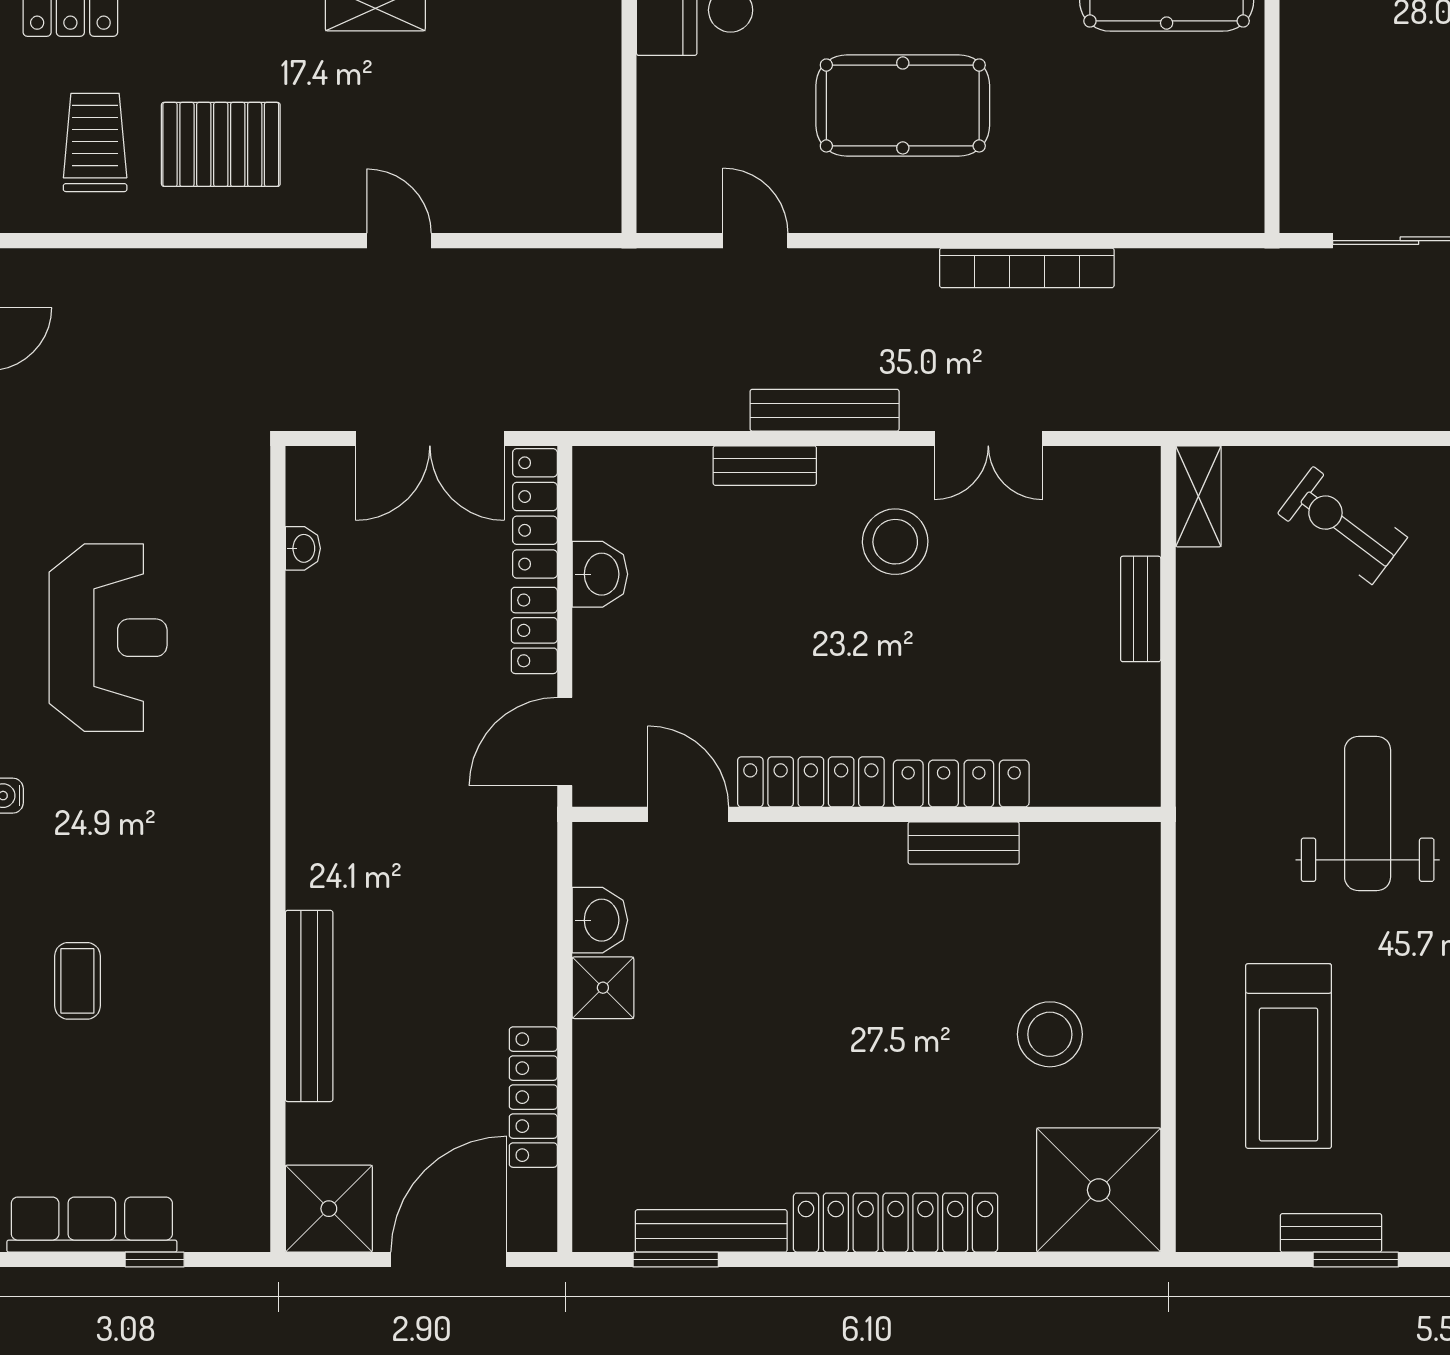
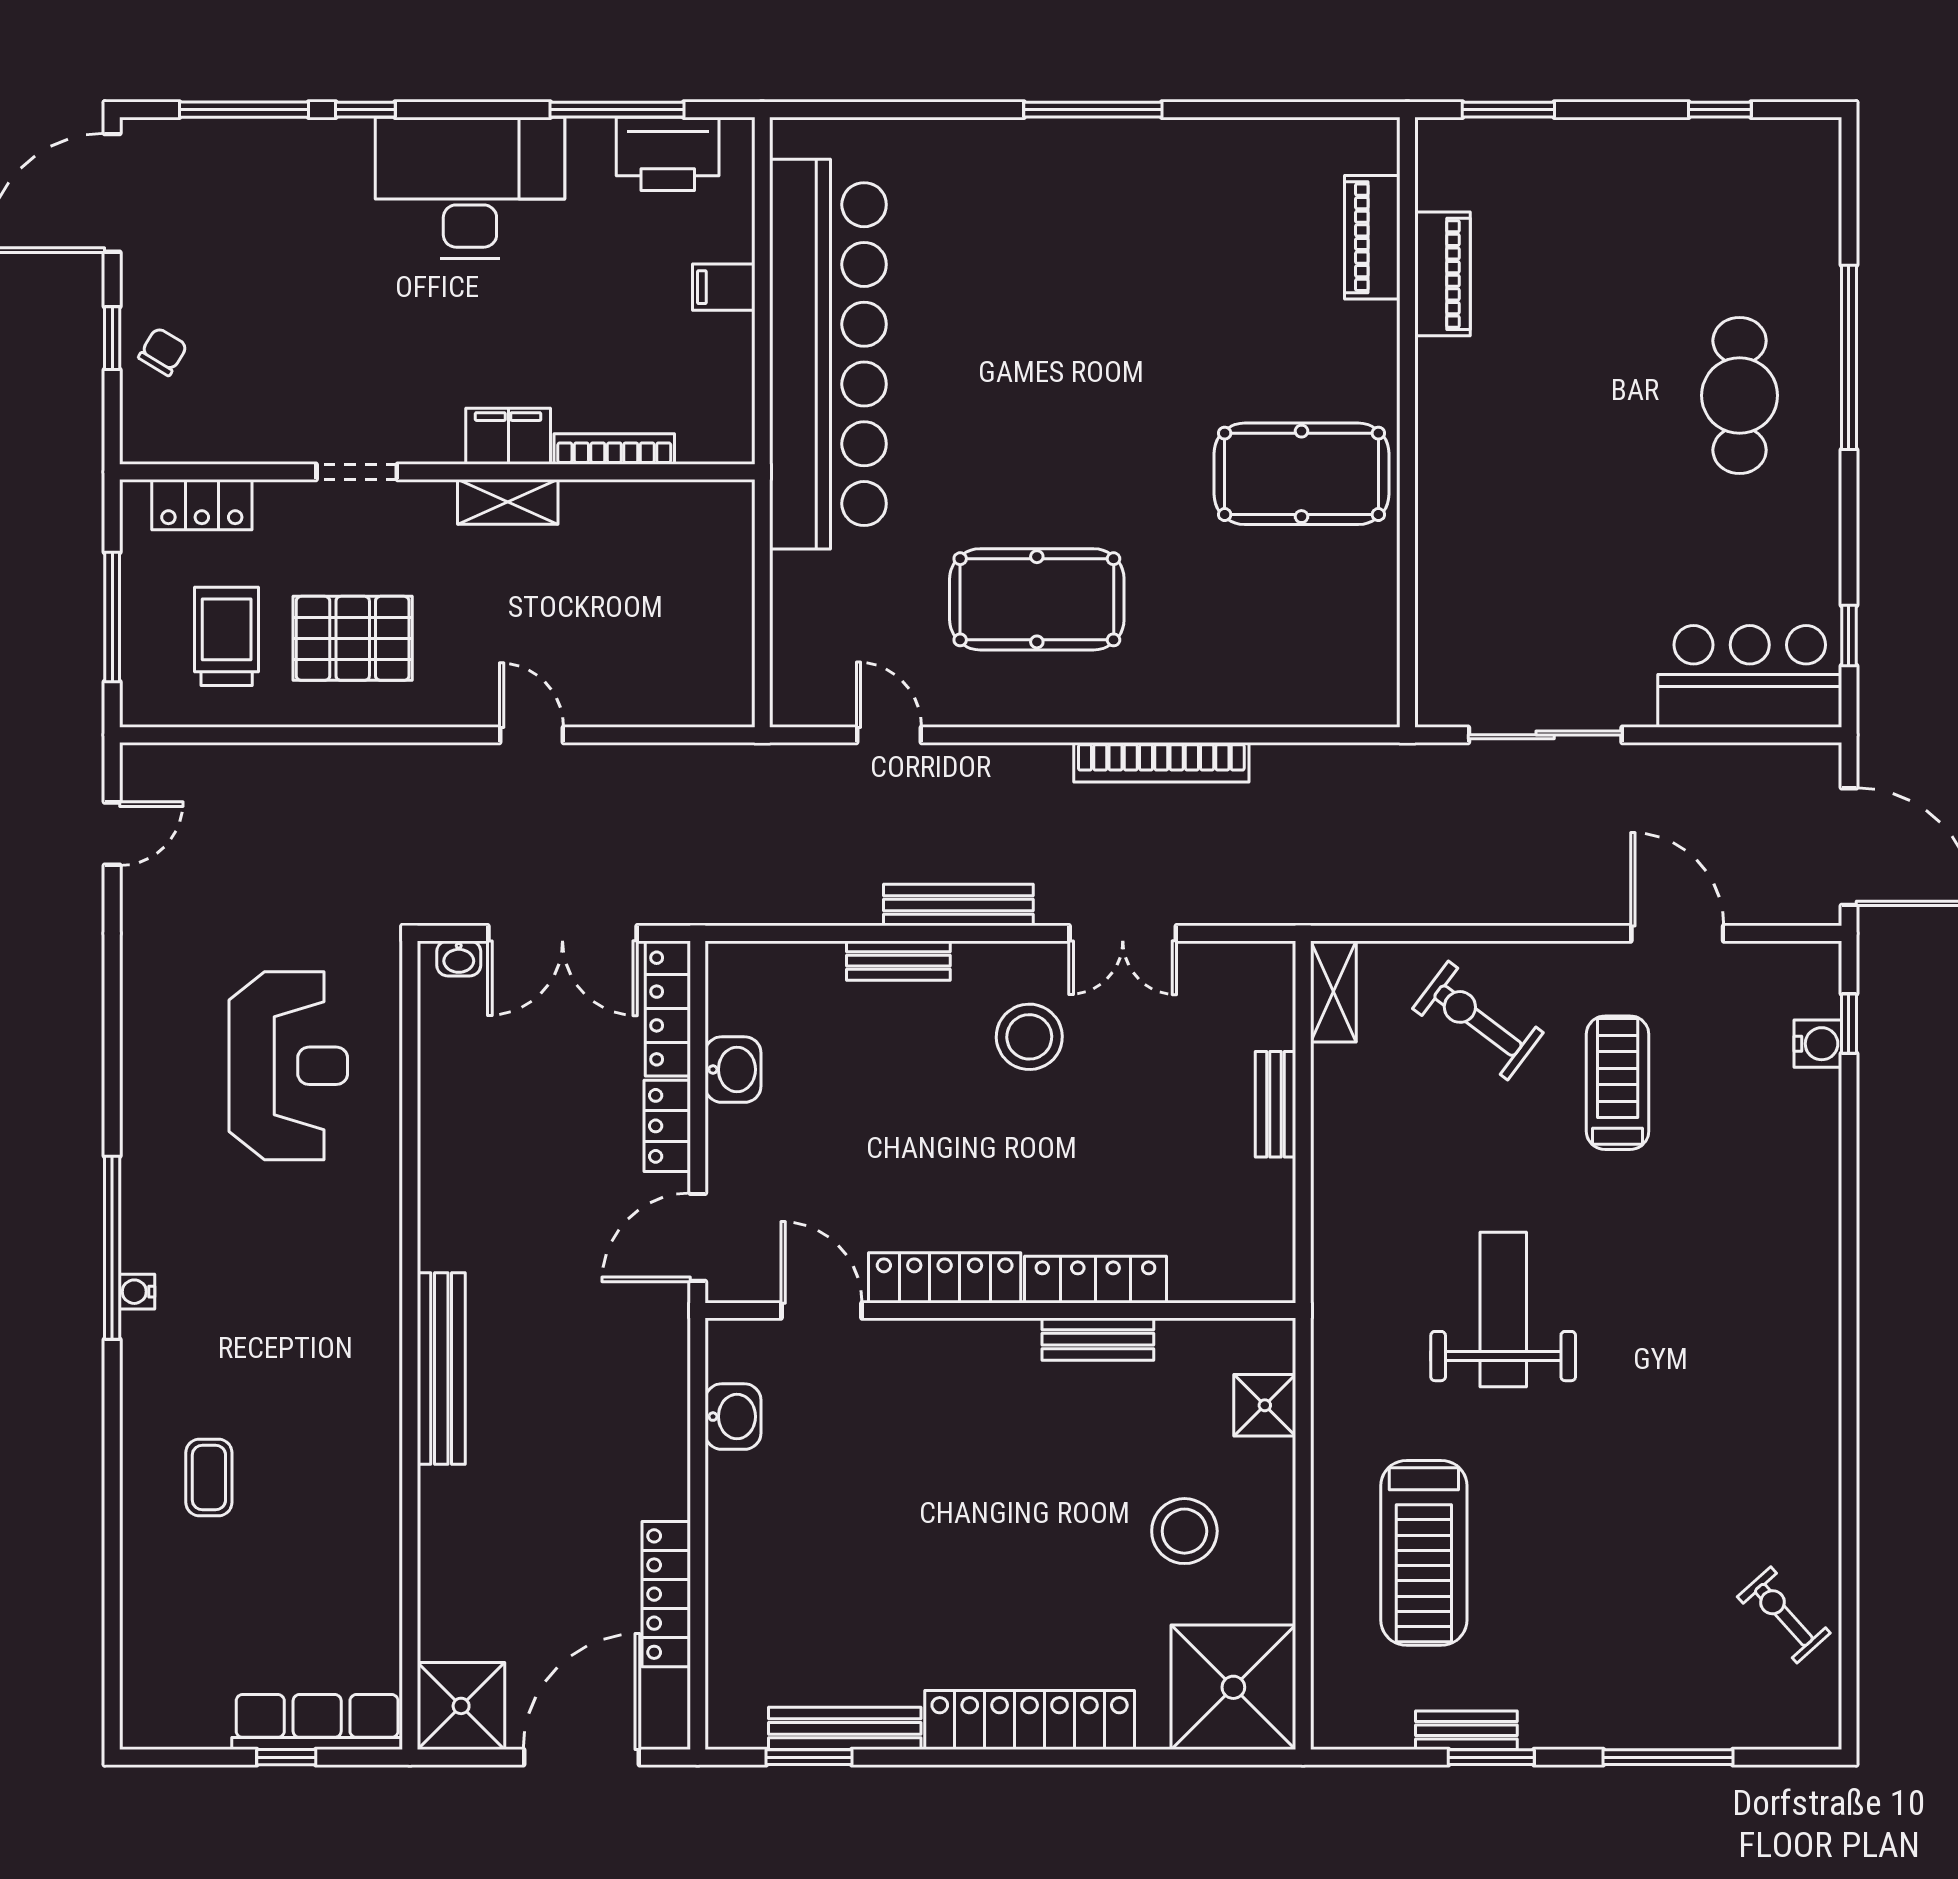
washbasin: (303, 548) -> (459, 958), moved, turned 90
reception desk: (108, 638) -> (288, 1066), moved
shower: (603, 988) -> (1265, 1405), moved
bench: (309, 1006) -> (441, 1368), moved
row of seats: (92, 1225) -> (317, 1722), moved

